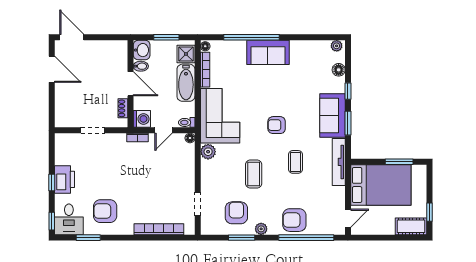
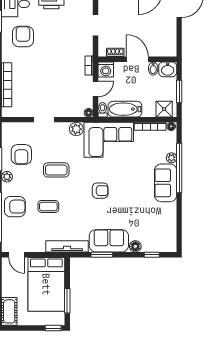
plant: (337, 46) -> (171, 158), moved
floor lamp: (339, 70) -> (135, 246), moved
bathtub: (186, 83) -> (125, 109), moved
door: (130, 84) -> (137, 59), swing flipped
window: (348, 91) -> (152, 255), moved
armchair: (277, 125) -> (100, 191), turned 90
door: (164, 130) -> (96, 89), swing flipped
coffee table: (295, 162) -> (48, 206), moved
doorway: (198, 204) -> (44, 120), moved
window: (429, 212) -> (53, 328), moved
armchair: (236, 213) -> (21, 154), turned 90
armchair: (294, 220) -> (15, 207), turned 90

